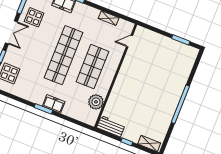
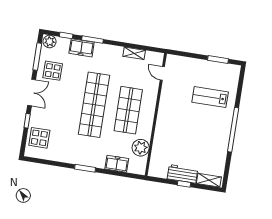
door: (129, 41) -> (162, 73), hinge flipped
lab bench: (166, 71) -> (210, 97), added
freezer: (54, 104) -> (117, 164), moved
workbench: (111, 126) -> (183, 174), moved

